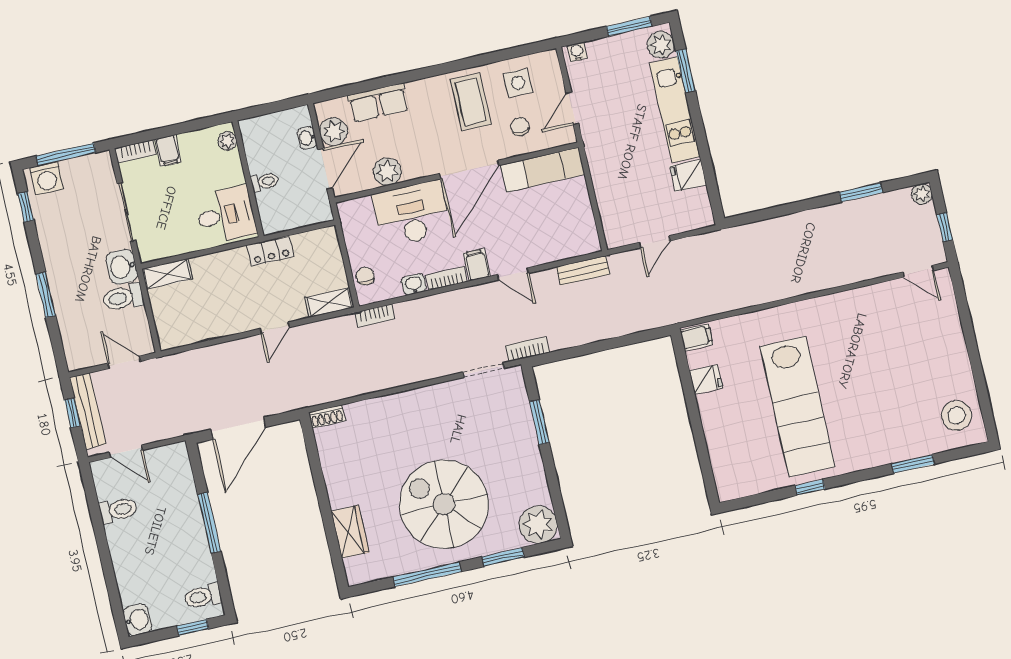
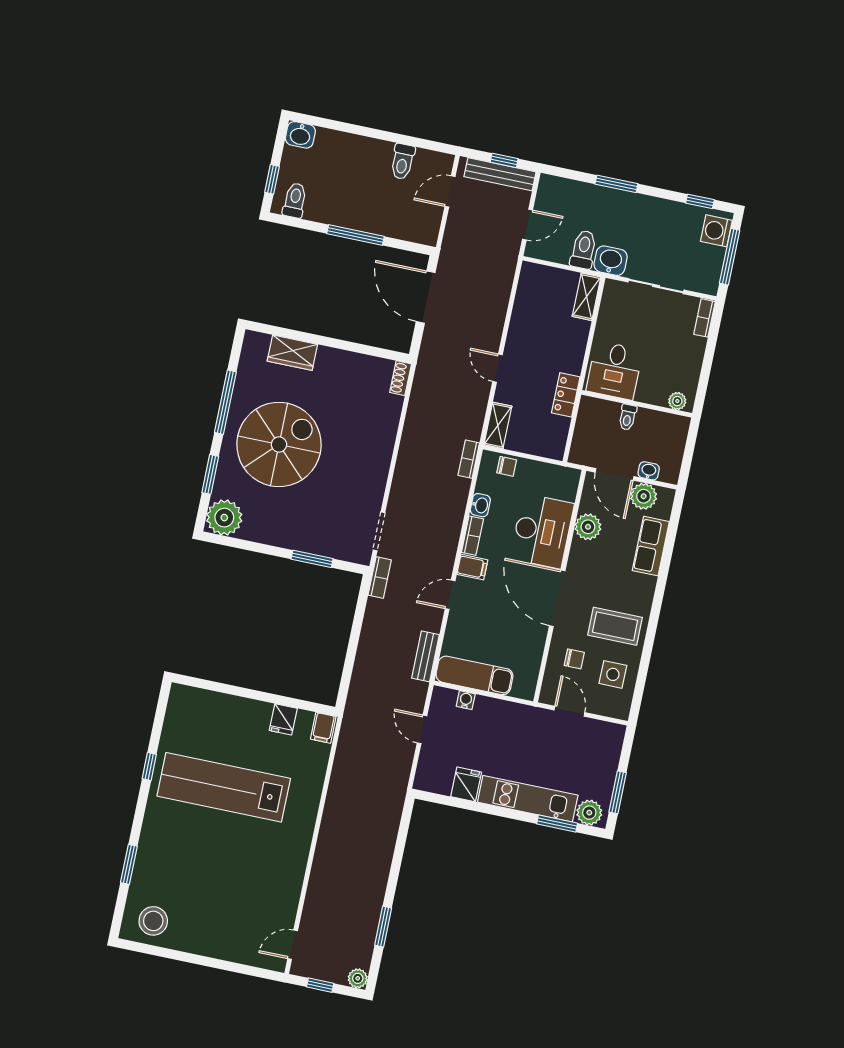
water cooler: (577, 52) -> (466, 700), moved, turned -90
filing cabinet: (168, 151) -> (692, 346), removed
exam couch: (543, 170) -> (474, 675), moved, turned 90

